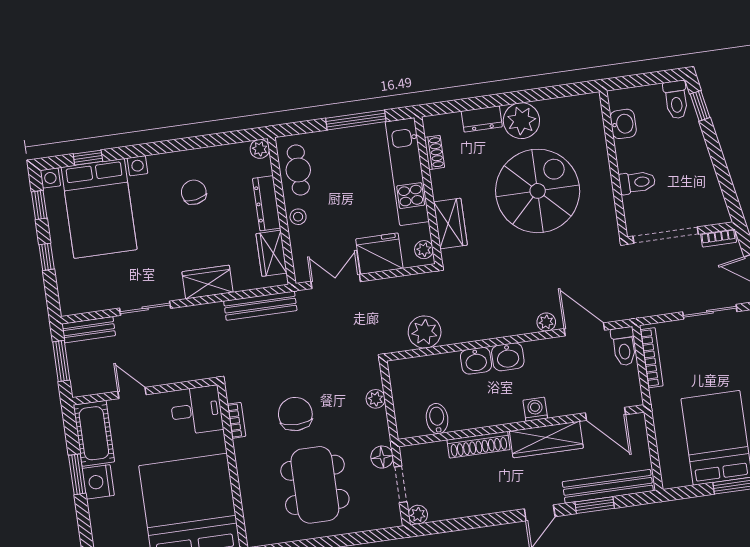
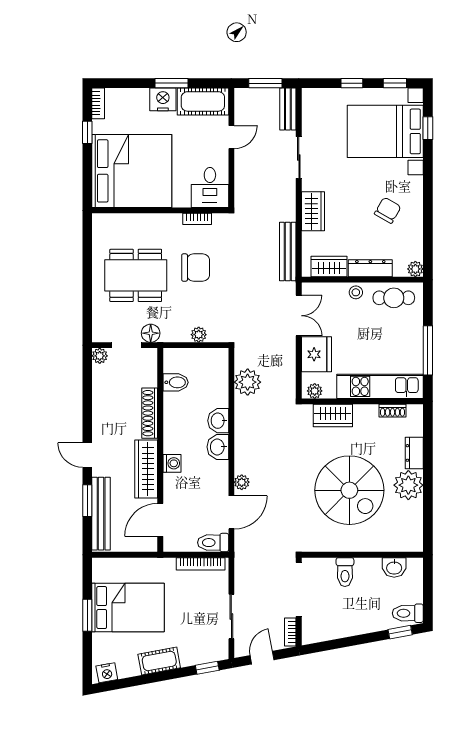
chair: (194, 192) -> (388, 210), turned -50

